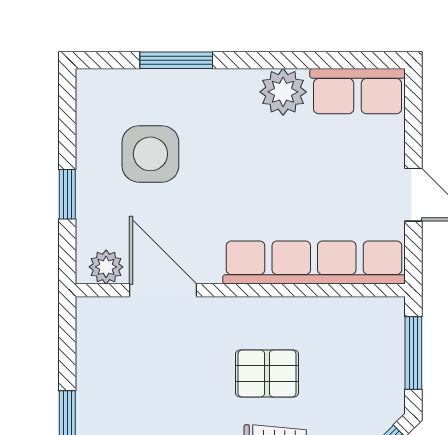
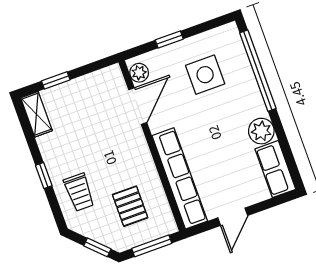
window: (176, 60) -> (258, 71), width x2.11
pallet: (267, 373) -> (130, 206), moved

